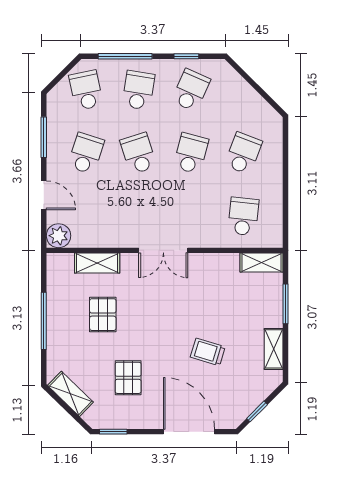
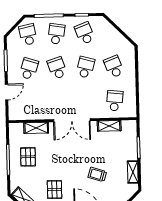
school desk: (191, 90) -> (85, 33), turned -45
school desk: (243, 153) -> (114, 67), turned -42
door: (44, 195) -> (7, 92), hinge flipped
plant: (59, 236) -> (15, 114), removed
double door: (163, 250) -> (72, 120), width x1.37
shelving: (262, 263) -> (109, 126), moved
pallet: (103, 315) -> (28, 157), moved

